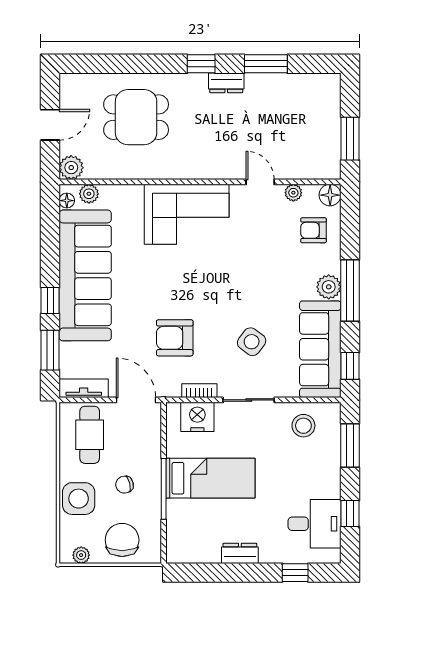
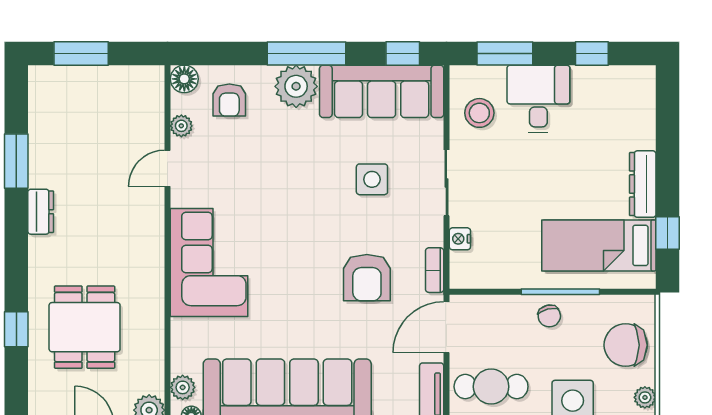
window: (201, 64) -> (16, 329), moved
window: (350, 139) -> (81, 53), moved
plant: (329, 287) -> (296, 86), width x1.36, depth x1.36
side table: (252, 342) -> (372, 179), turned -37
bookcase: (199, 391) -> (435, 270), moved
nightstand: (197, 417) -> (460, 239), width x0.53, depth x0.56
bed: (210, 478) -> (599, 245), moved, turned -90
chair: (125, 485) -> (549, 316), moved
desk: (315, 524) -> (538, 99), moved
dresser: (240, 553) -> (643, 184), width x1.44
window: (295, 573) -> (667, 233), moved

